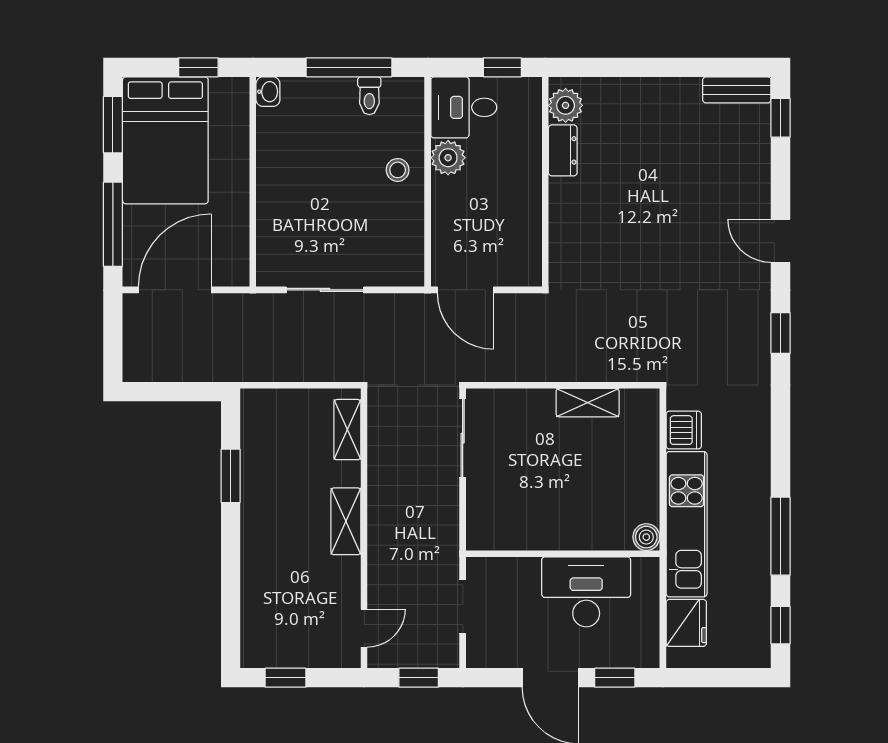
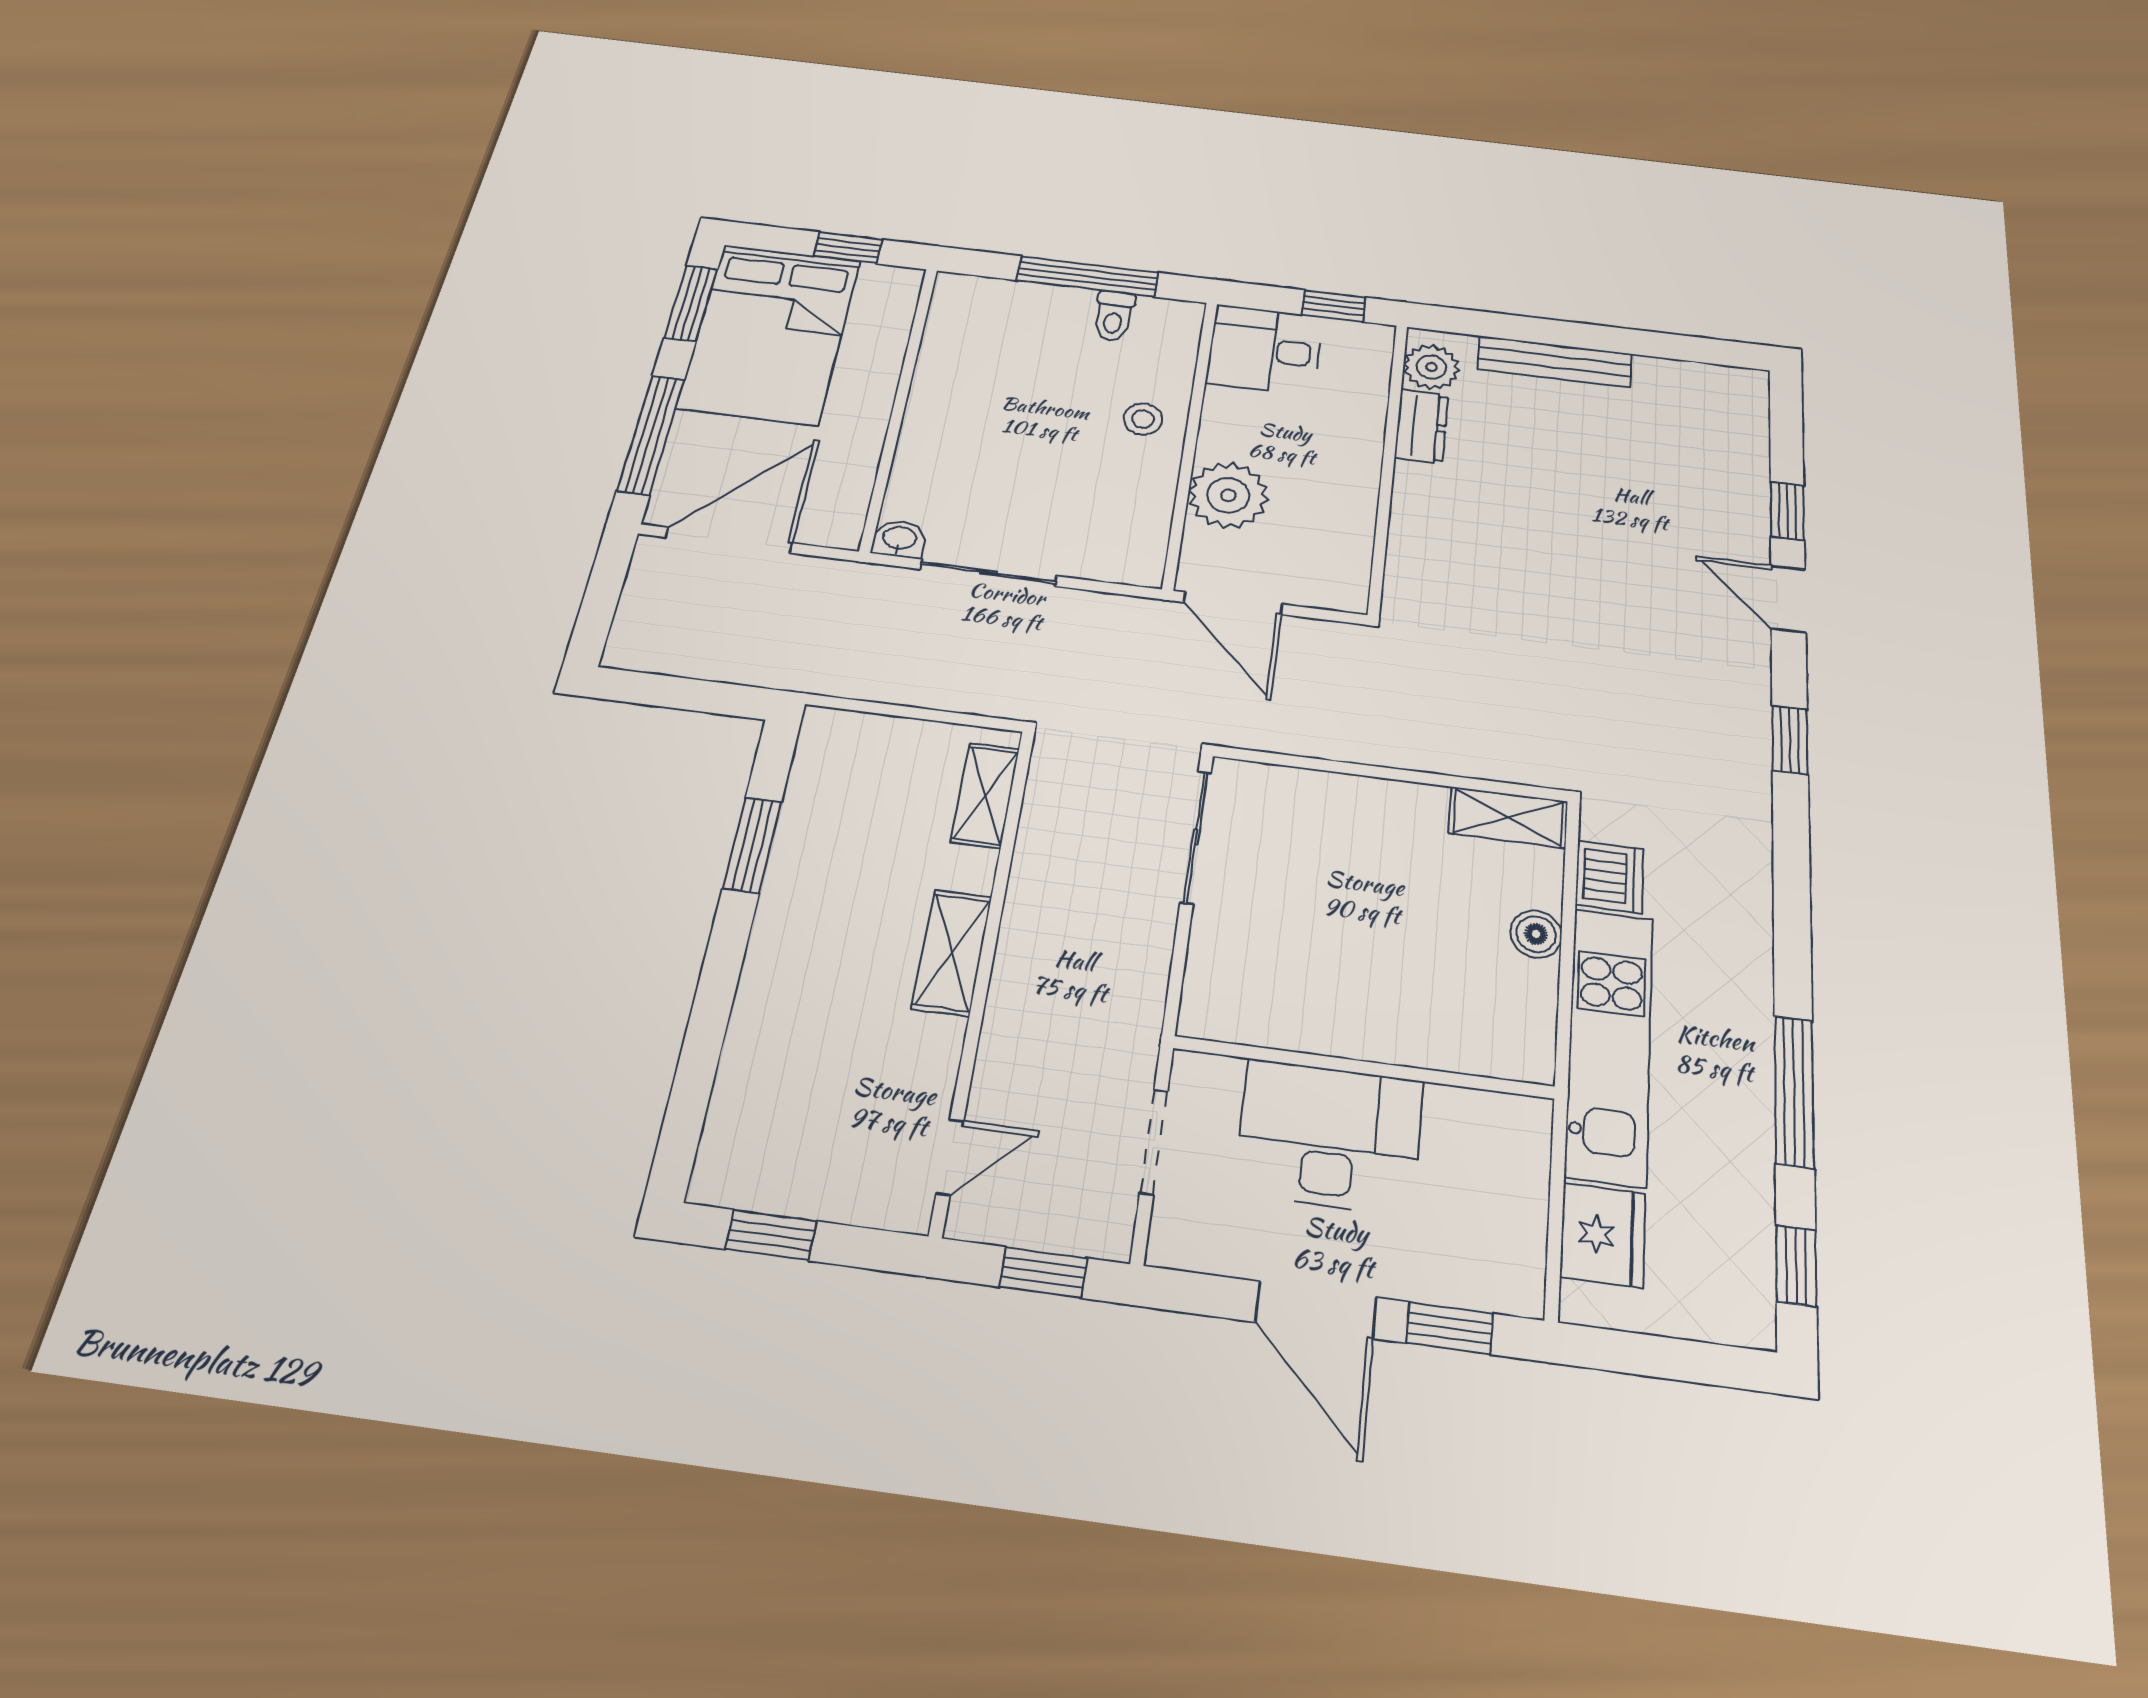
bench: (737, 90) -> (1555, 362), moved, width x1.36
washbasin: (268, 92) -> (899, 539), moved, turned -90
window: (781, 118) -> (1787, 511), moved
plant: (448, 158) -> (1228, 495), moved, width x1.36, depth x1.36
shelving: (588, 403) -> (1508, 817), moved
boiler: (646, 537) -> (1536, 934), moved
desk: (586, 592) -> (1329, 1136), moved

